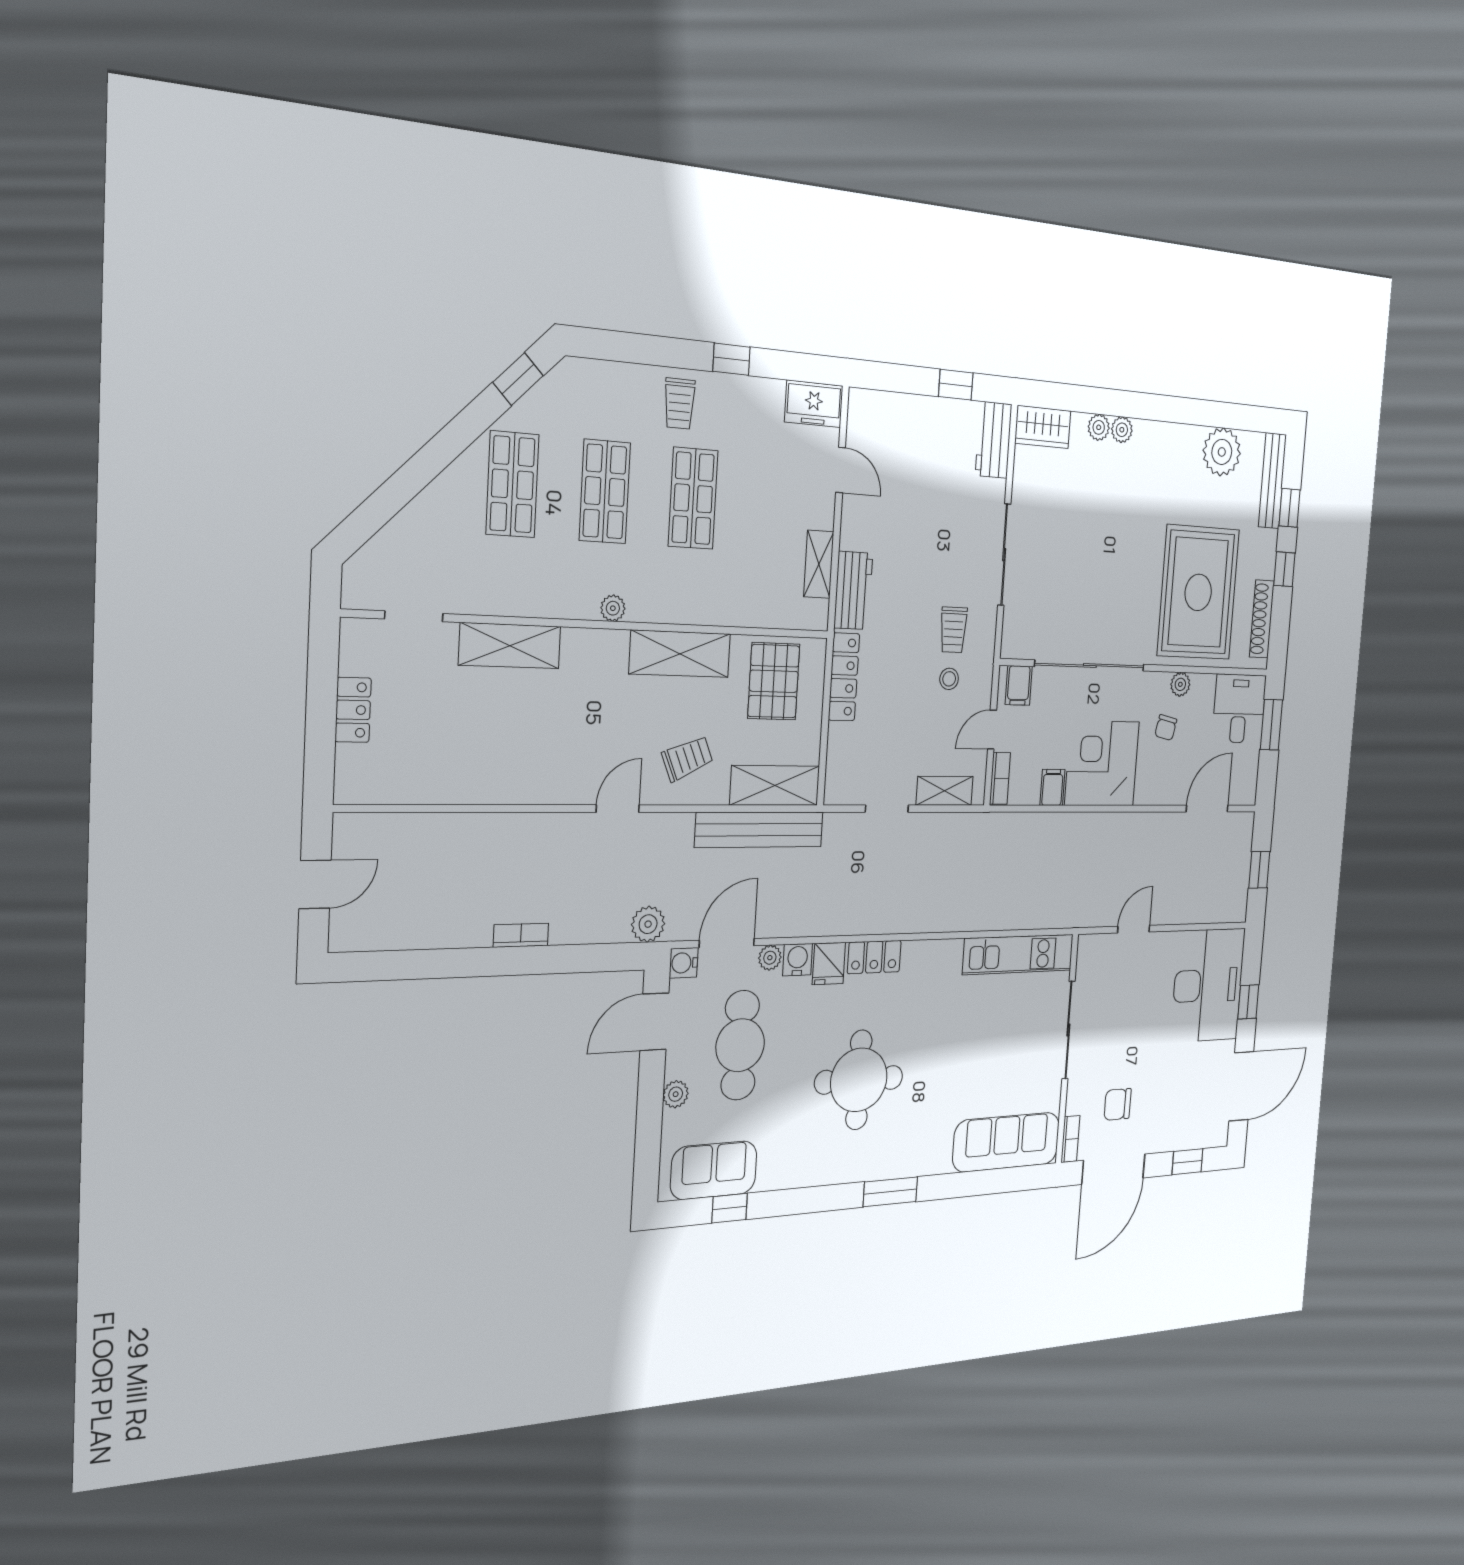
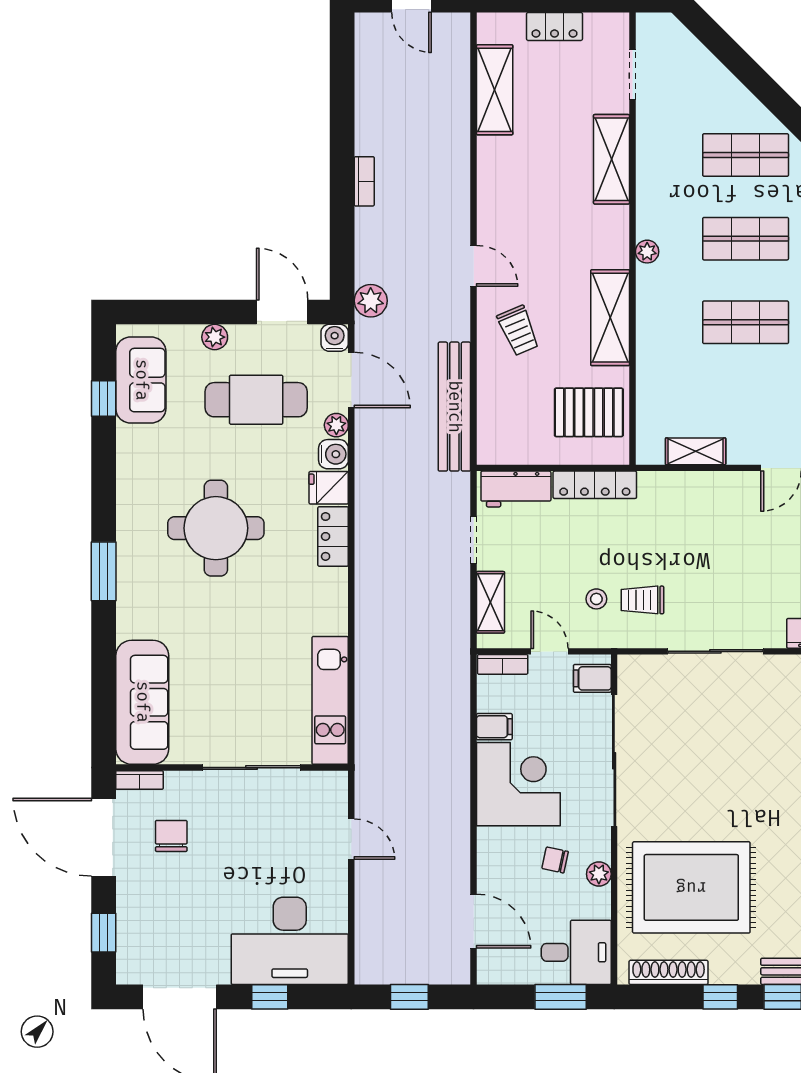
workbench: (853, 590) -> (516, 489), moved
shelving: (775, 785) -> (495, 90), moved

